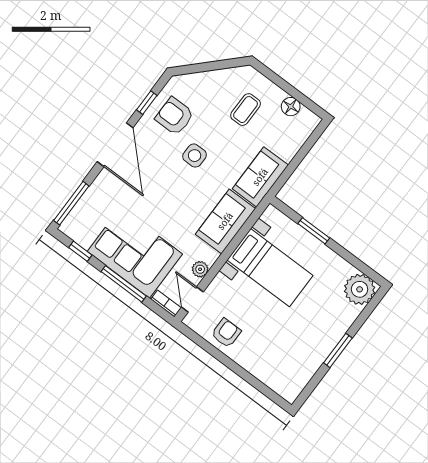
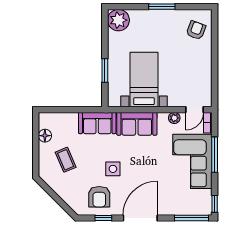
coffee table: (246, 110) -> (66, 160), turned 67
window: (80, 251) -> (215, 204), moved
armchair: (226, 333) -> (196, 30), moved, turned 110

